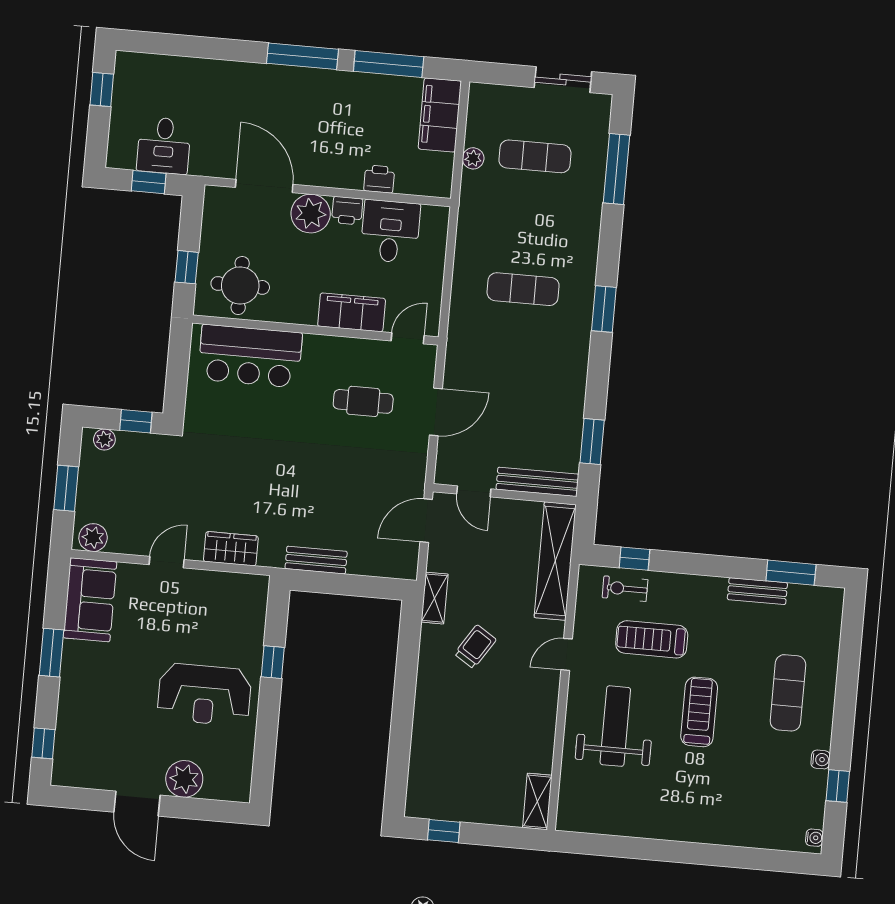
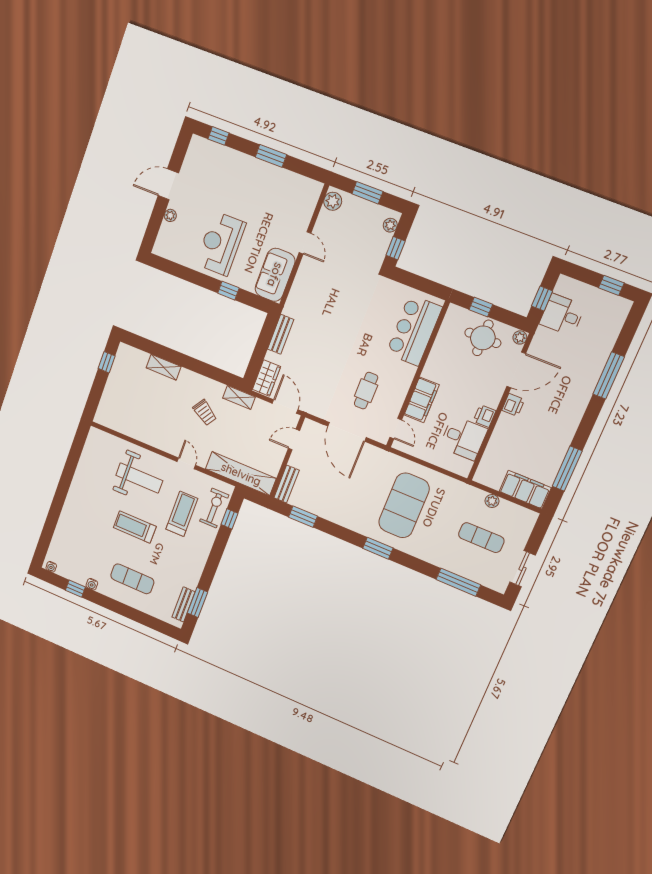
window: (302, 56) -> (609, 376), moved
exercise mat: (535, 156) -> (481, 538), turned 90
printer: (379, 179) -> (513, 405), moved
plant: (311, 214) -> (520, 337), moved, width x0.53, depth x0.53
round table: (240, 285) -> (483, 338), moved
exercise mat: (523, 289) -> (404, 505), width x2.00, depth x1.45
door: (436, 412) -> (347, 432), width x1.36
bench: (537, 482) -> (287, 484), width x0.73
wardrobe: (231, 549) -> (266, 378), moved
exercise bike: (625, 589) -> (214, 508), width x1.38, depth x1.39
bench: (757, 591) -> (183, 604), moved
sofa: (90, 600) -> (275, 275), moved, turned 90
treadmill: (699, 712) -> (135, 527), turned 180
plant: (184, 779) -> (170, 215), width x0.53, depth x0.53
shelving: (537, 801) -> (164, 367), moved

